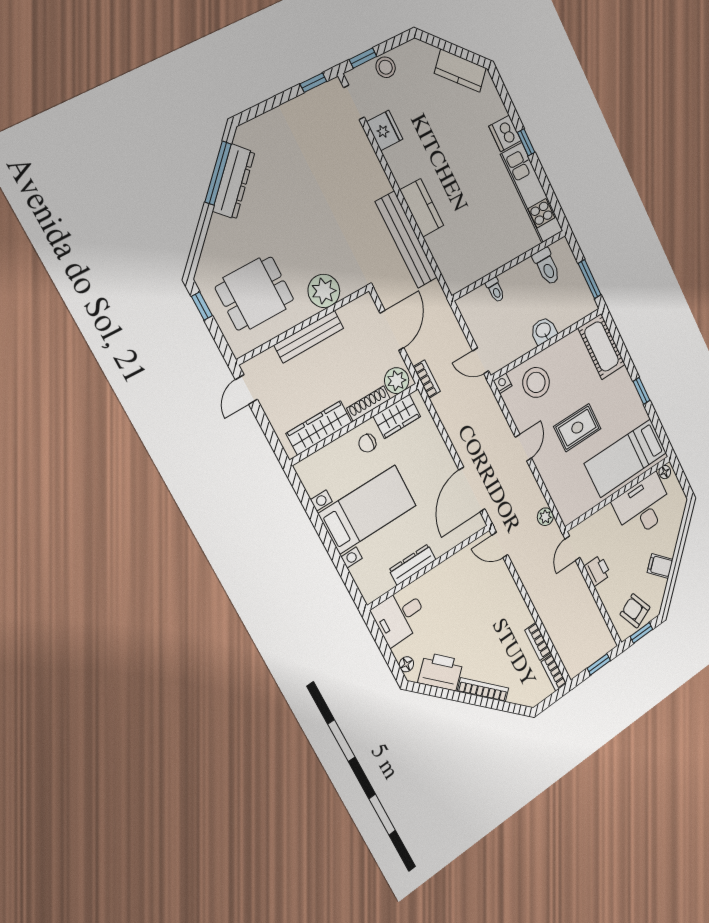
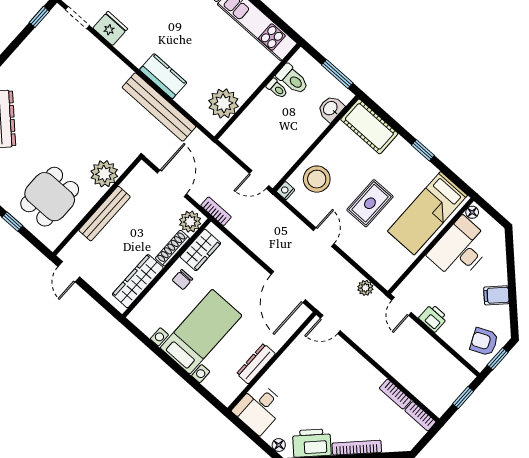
plant: (472, 264) -> (223, 103), added
toilet: (495, 290) -> (277, 89), moved
washbasin: (543, 331) -> (331, 109), moved

